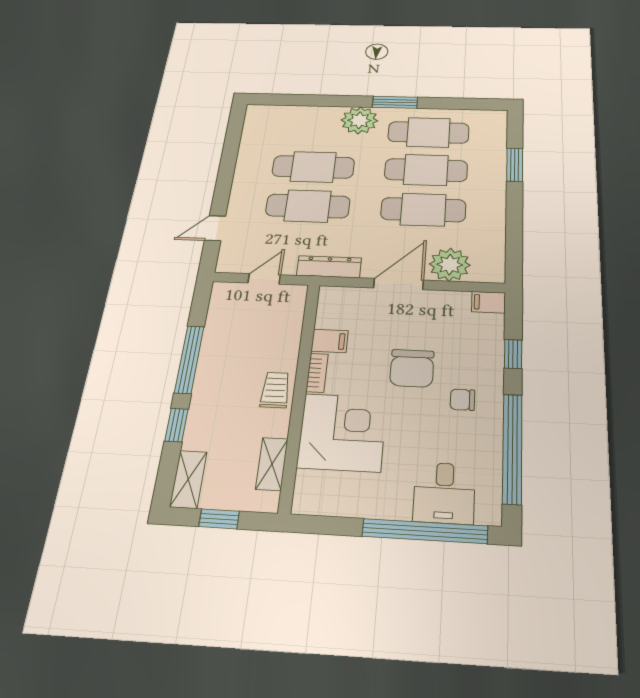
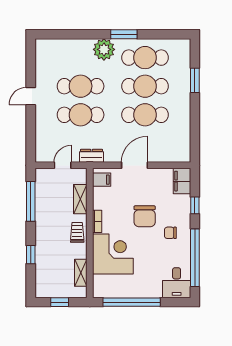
door: (215, 228) -> (31, 96), moved
plant: (450, 265) -> (161, 152), removed
dresser: (329, 267) -> (91, 156), width x0.70
filing cabinet: (488, 302) -> (182, 181), width x2.00
filing cabinet: (330, 341) -> (102, 180), moved
window: (189, 359) -> (31, 201), moved
shelving: (188, 479) -> (80, 199), moved
desk: (444, 493) -> (177, 283), moved
window: (425, 531) -> (132, 302), moved

